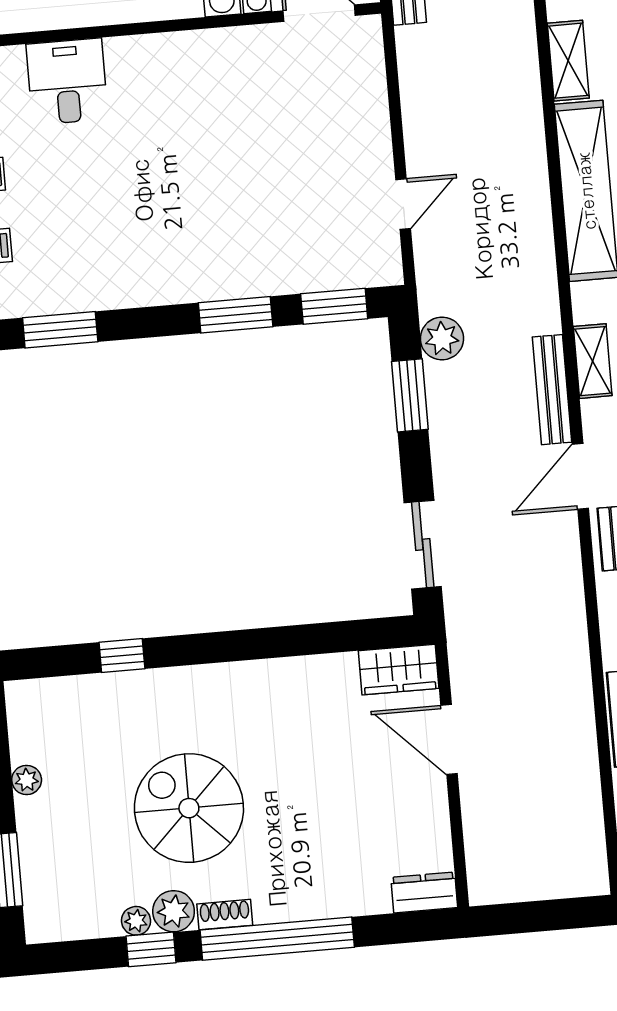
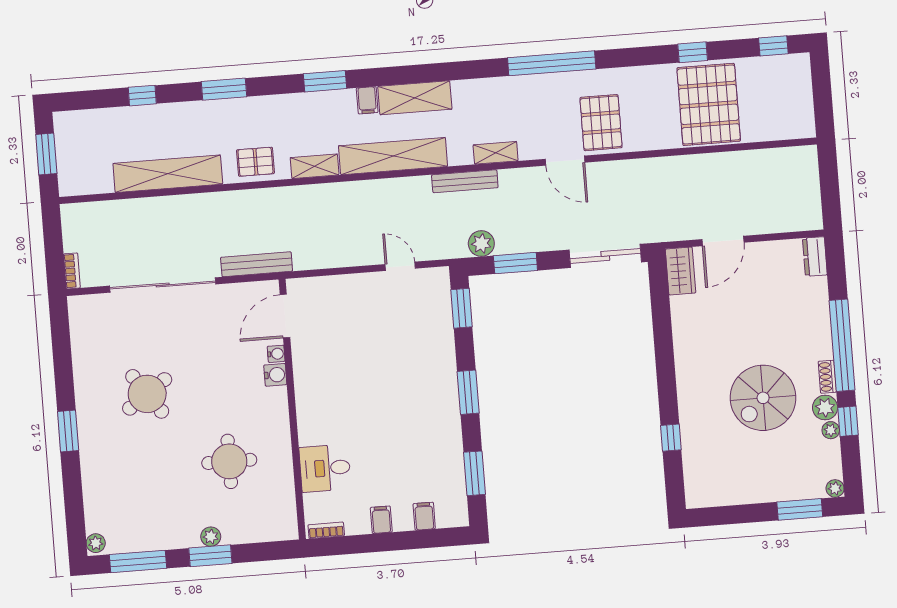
window: (236, 315) -> (468, 392), moved
bench: (552, 390) -> (465, 181), moved
sliding door: (423, 545) -> (605, 256), width x1.37
plant: (27, 780) -> (835, 488), moved

